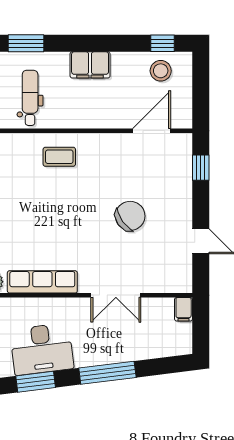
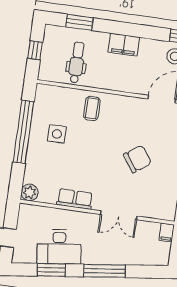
coffee table: (59, 157) -> (92, 108), turned 90
side table: (17, 198) -> (57, 134), added
row of seats: (42, 282) -> (75, 199), width x0.68

